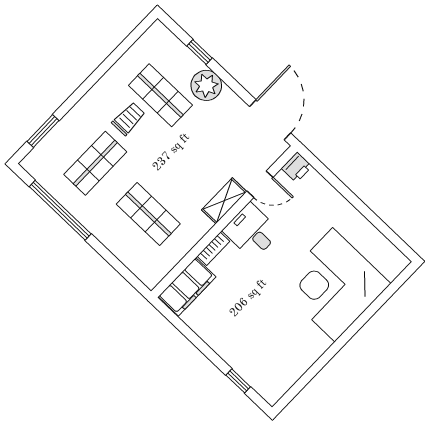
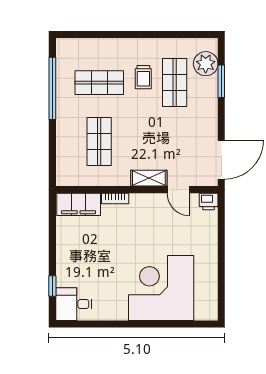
window: (200, 52) -> (221, 81), width x1.50
plant: (206, 85) -> (206, 64), moved
trolley: (128, 119) -> (143, 77), turned 90
window: (43, 131) -> (89, 35), removed
desk: (252, 231) -> (74, 304), moved, turned -90

